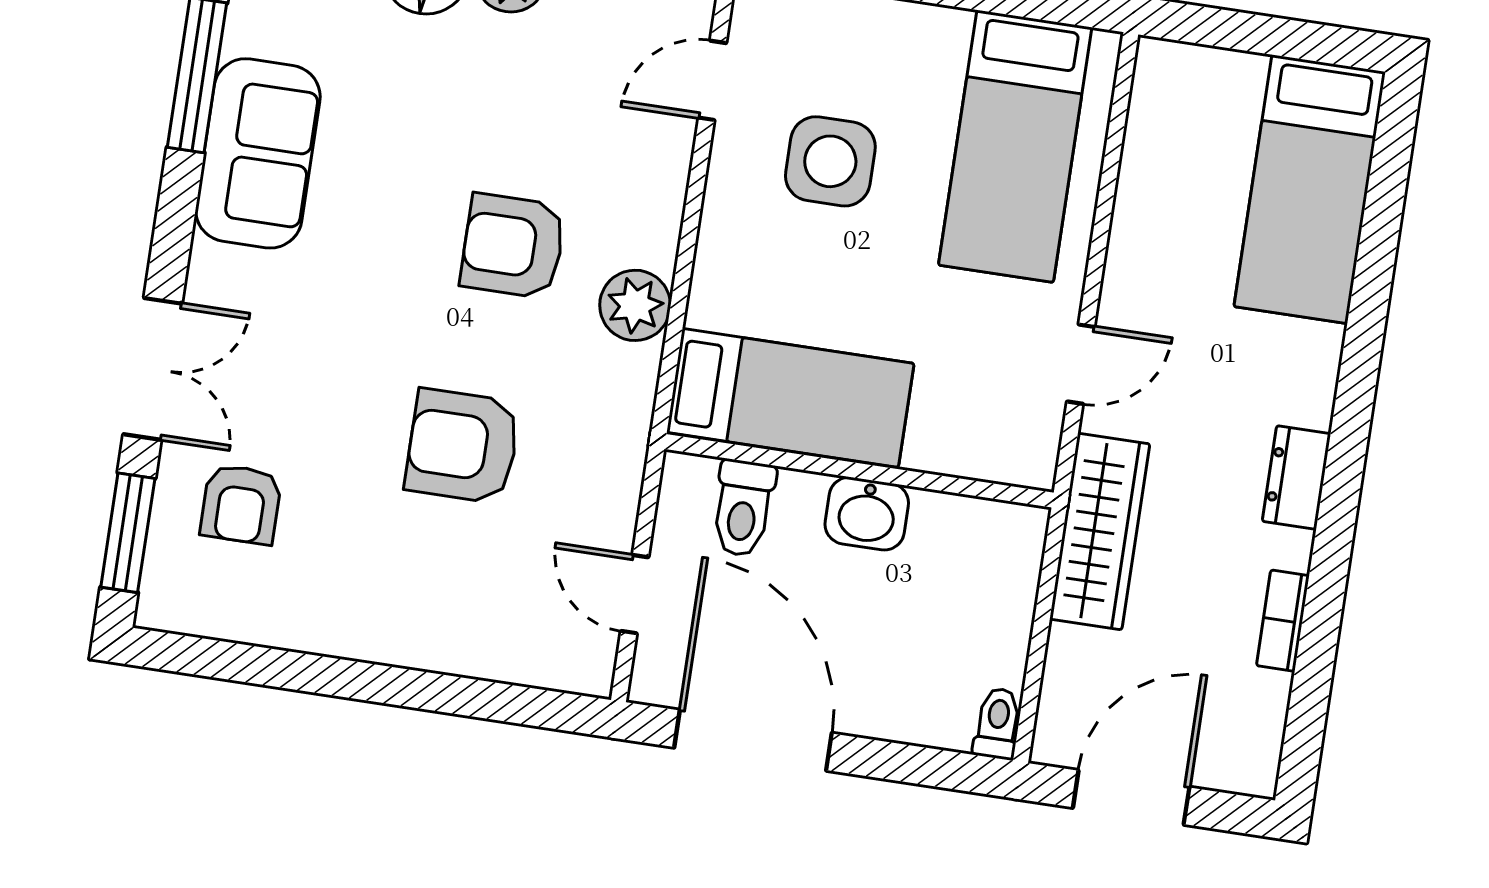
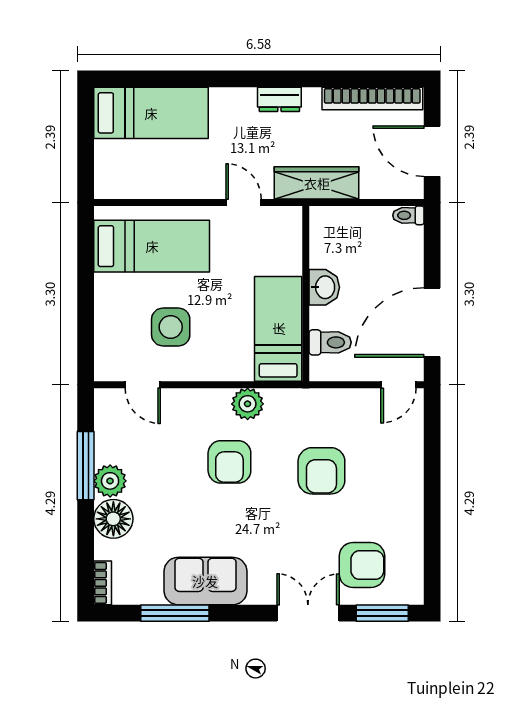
armchair: (241, 504) -> (362, 565), width x1.38, depth x1.38
door: (635, 594) -> (398, 385), moved
bookcase: (1283, 621) -> (372, 99), width x2.31, depth x1.31

